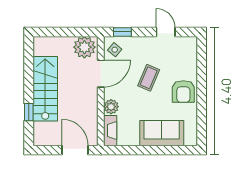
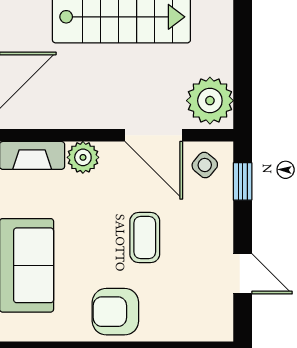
door: (166, 32) -> (243, 274), hinge flipped
coffee table: (149, 78) -> (145, 237), turned 67

